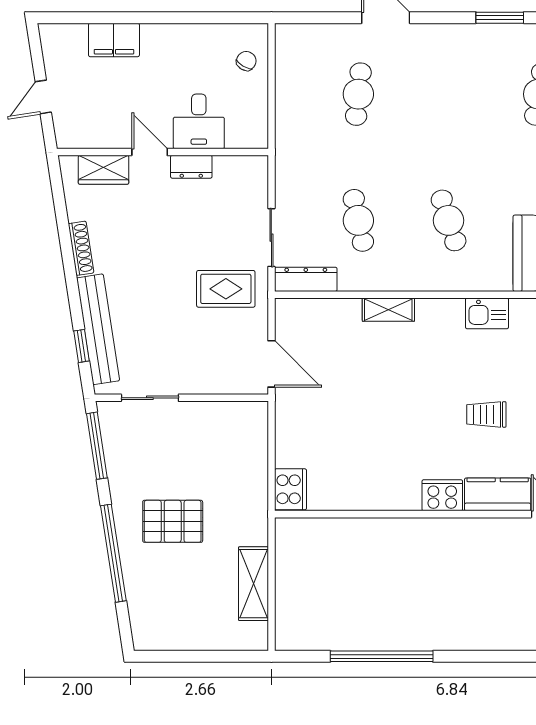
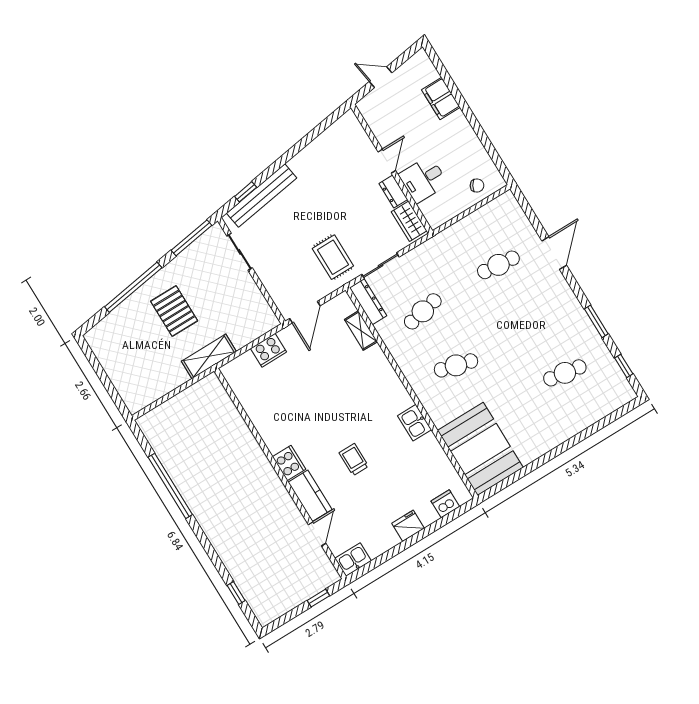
wardrobe: (104, 170) -> (409, 221), moved
cafe table: (449, 220) -> (456, 365), turned 33
shoe rack: (81, 248) -> (304, 155), removed
shelving: (388, 310) -> (361, 331), moved
cooker: (291, 489) -> (269, 350), moved
shelving: (253, 584) -> (209, 356), moved

